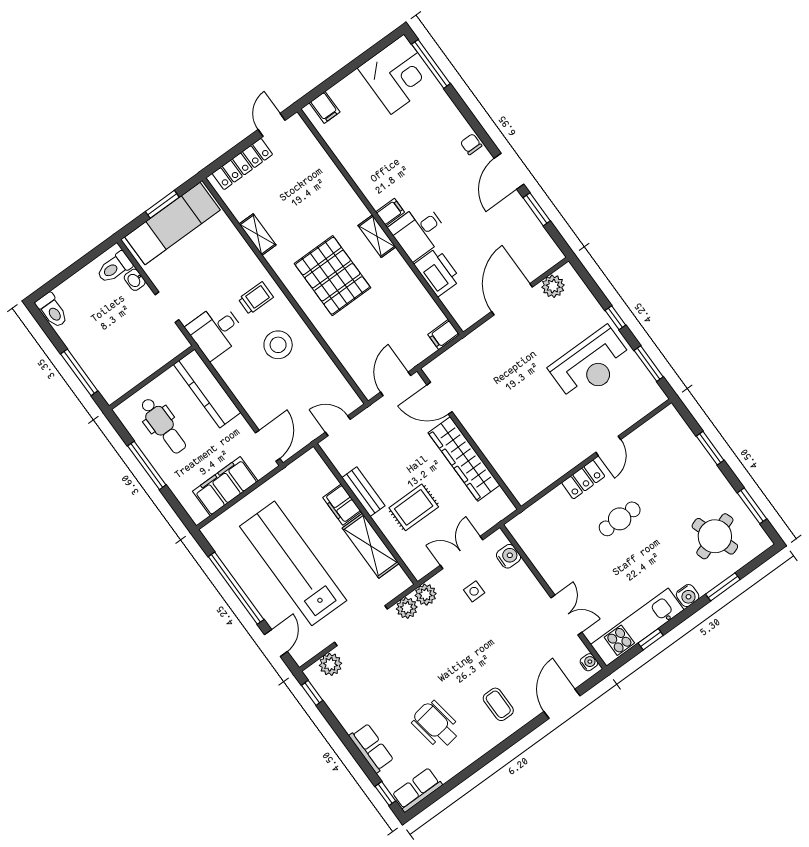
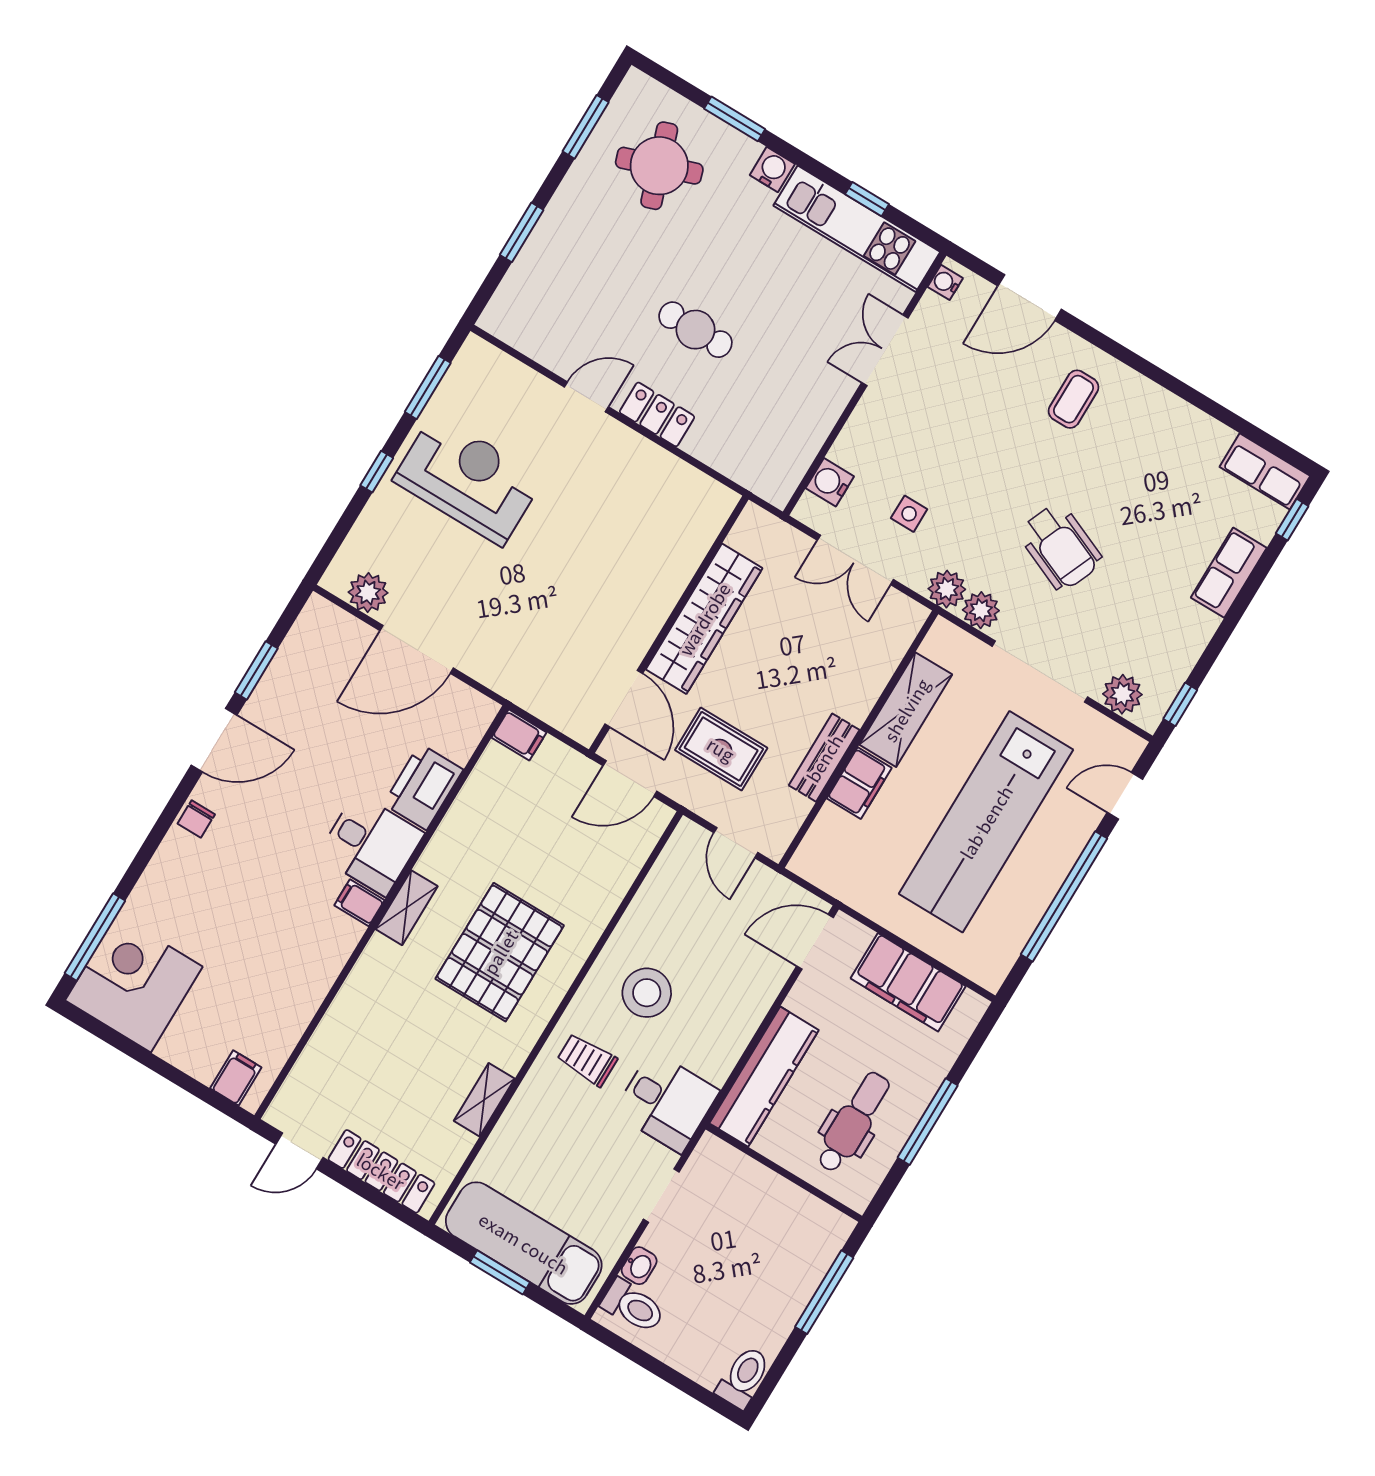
rug: (414, 507) -> (721, 749), moved
wheelchair: (436, 725) -> (1060, 547), moved, turned -58

